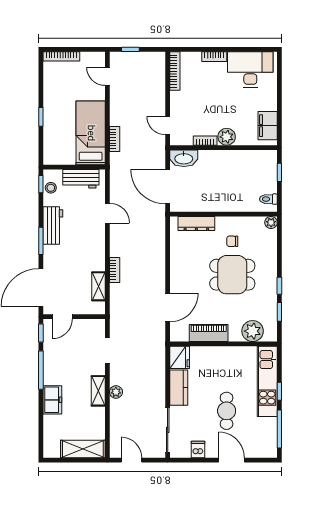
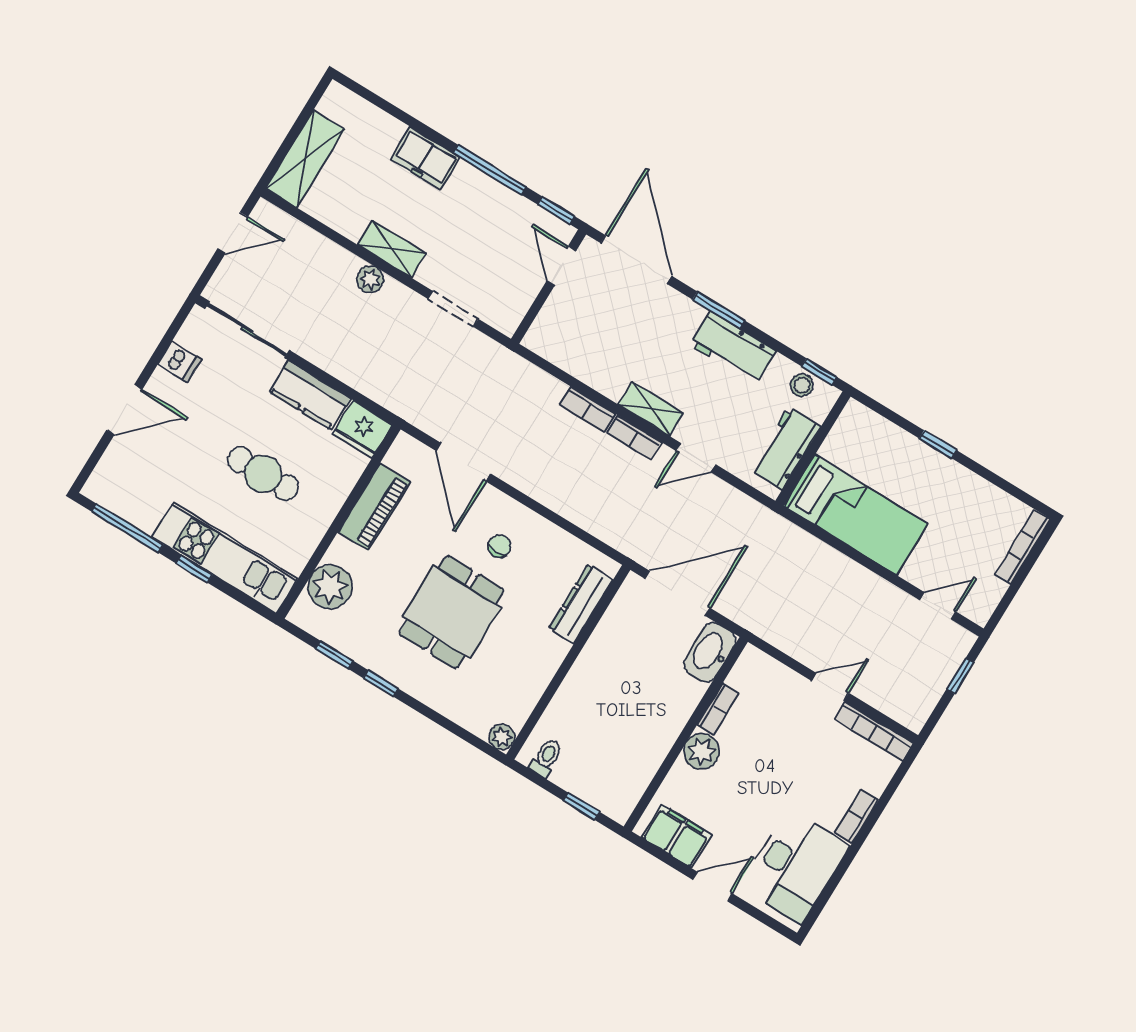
door: (279, 98) -> (712, 886), added
door: (168, 126) -> (830, 687), moved
bookcase: (115, 139) -> (634, 438), moved
chair: (232, 241) -> (500, 546), moved
shelving: (98, 286) -> (651, 409), moved
cafe table: (227, 411) -> (263, 474), moved

